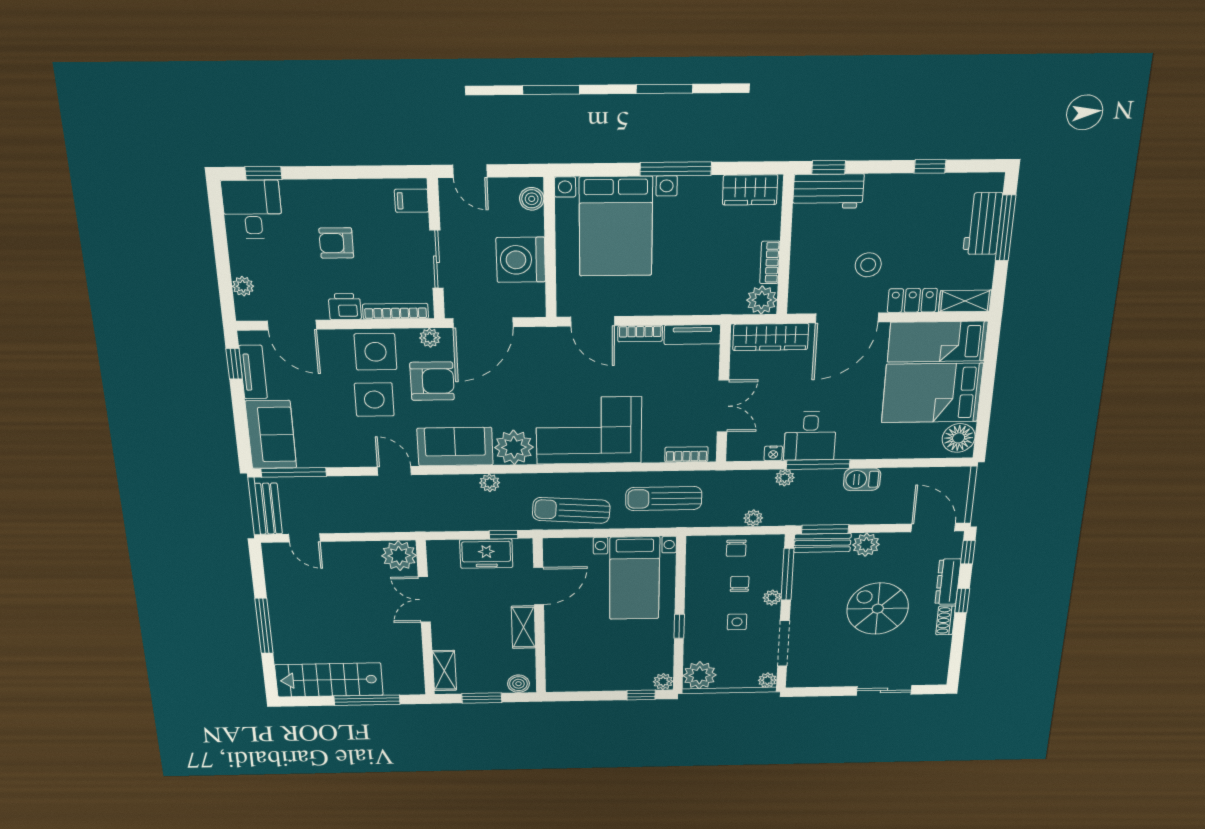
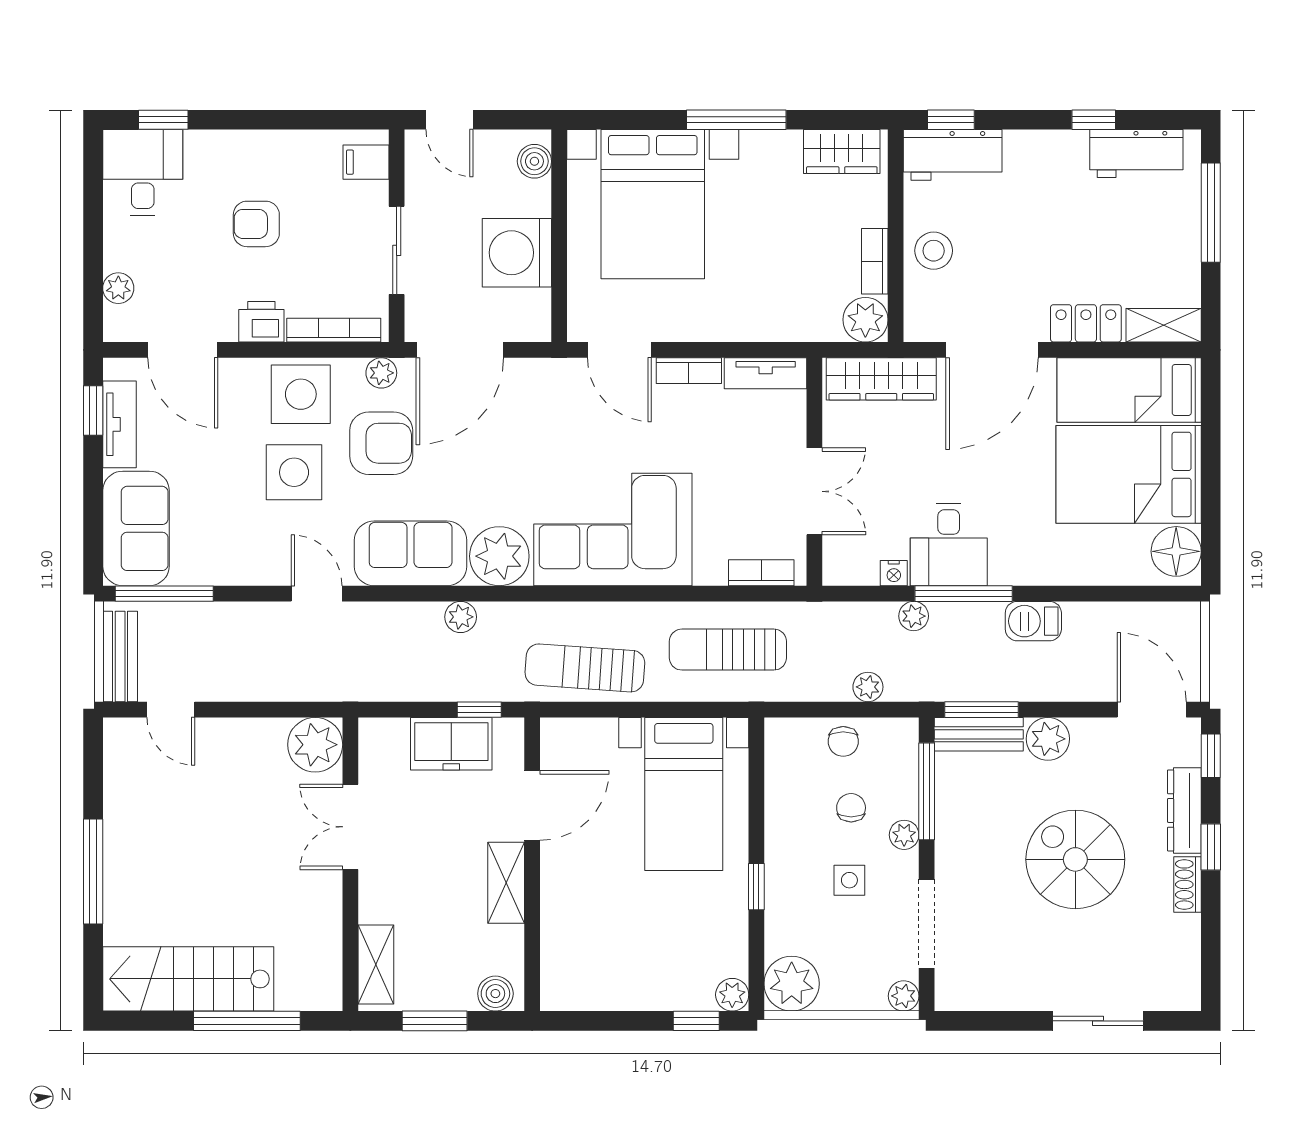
workbench: (983, 224) -> (1136, 153), moved, turned -90
stool: (868, 265) -> (934, 251), moved

